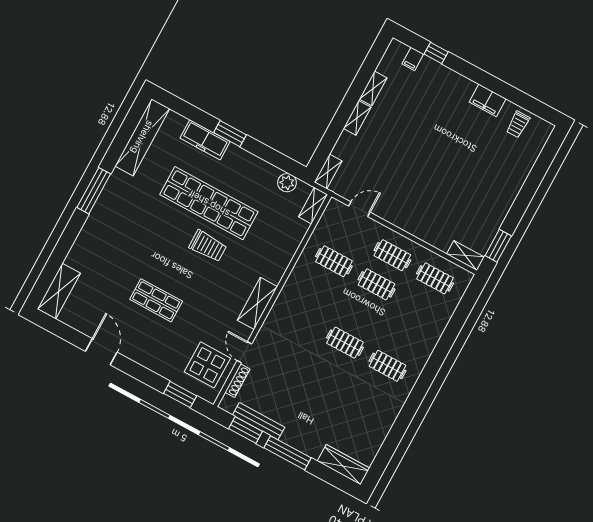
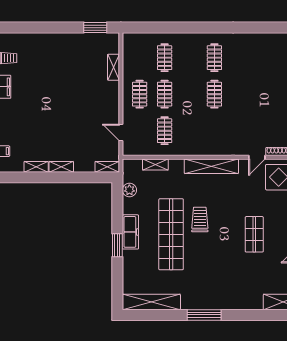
freezer: (205, 140) -> (130, 232), moved
shelving: (313, 206) -> (155, 164), moved
shelving: (465, 256) -> (114, 67), moved
clothes rail: (435, 278) -> (165, 58), moved
shelving: (257, 303) -> (211, 166), width x1.47

